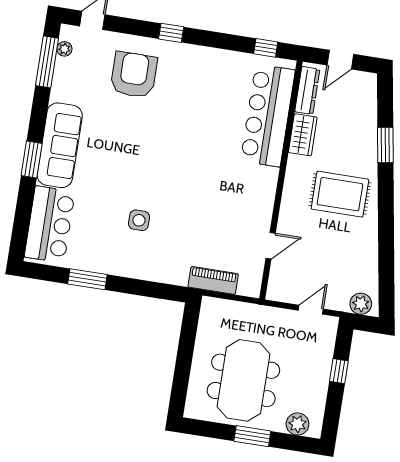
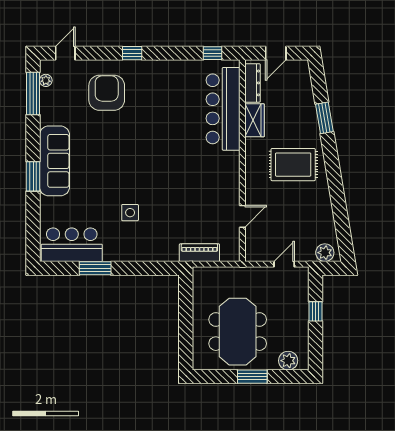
bar counter: (50, 224) -> (72, 245), moved, turned -90

